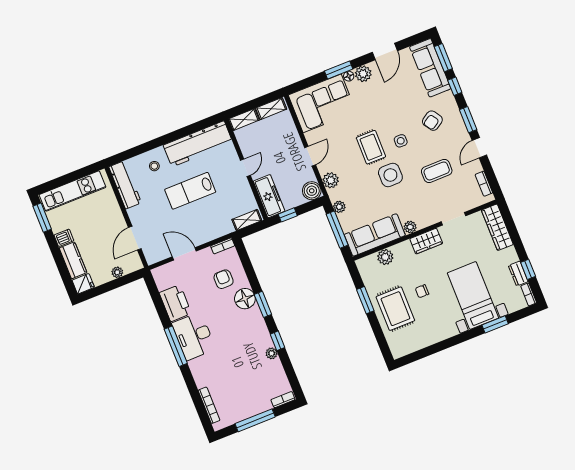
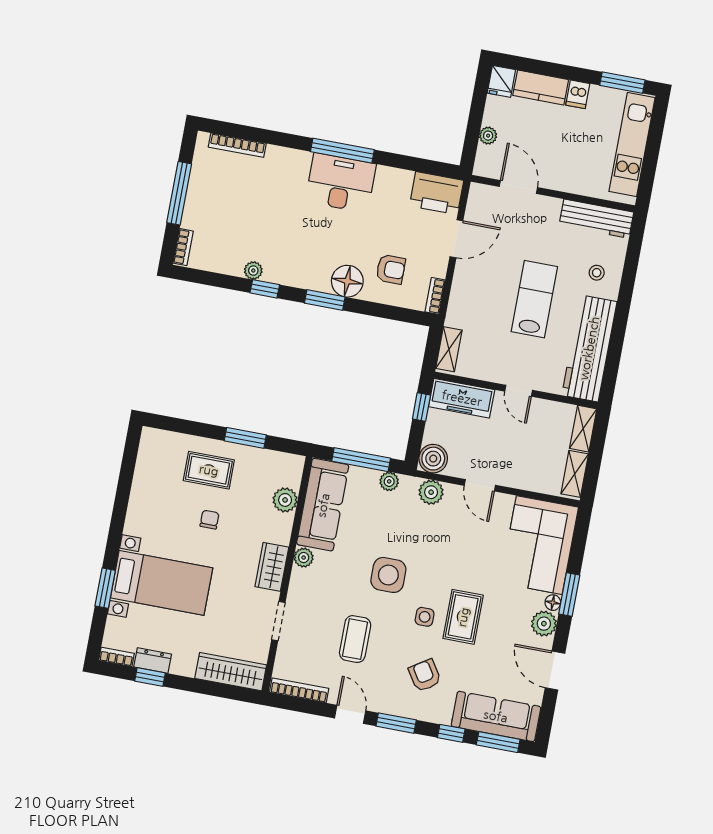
rug: (371, 147) -> (463, 617), moved, turned 90
bookcase: (484, 184) -> (299, 690), width x1.56
printer: (175, 303) -> (437, 193), moved
rug: (395, 309) -> (209, 470), width x0.73, depth x0.70

